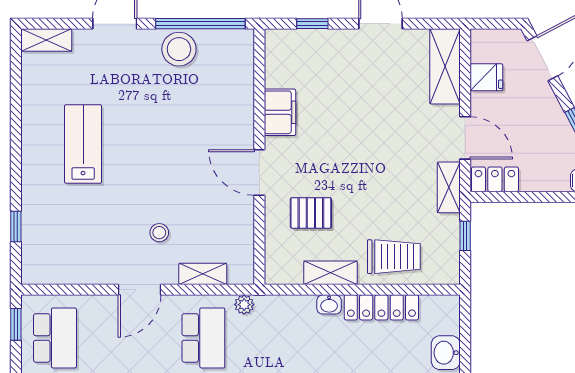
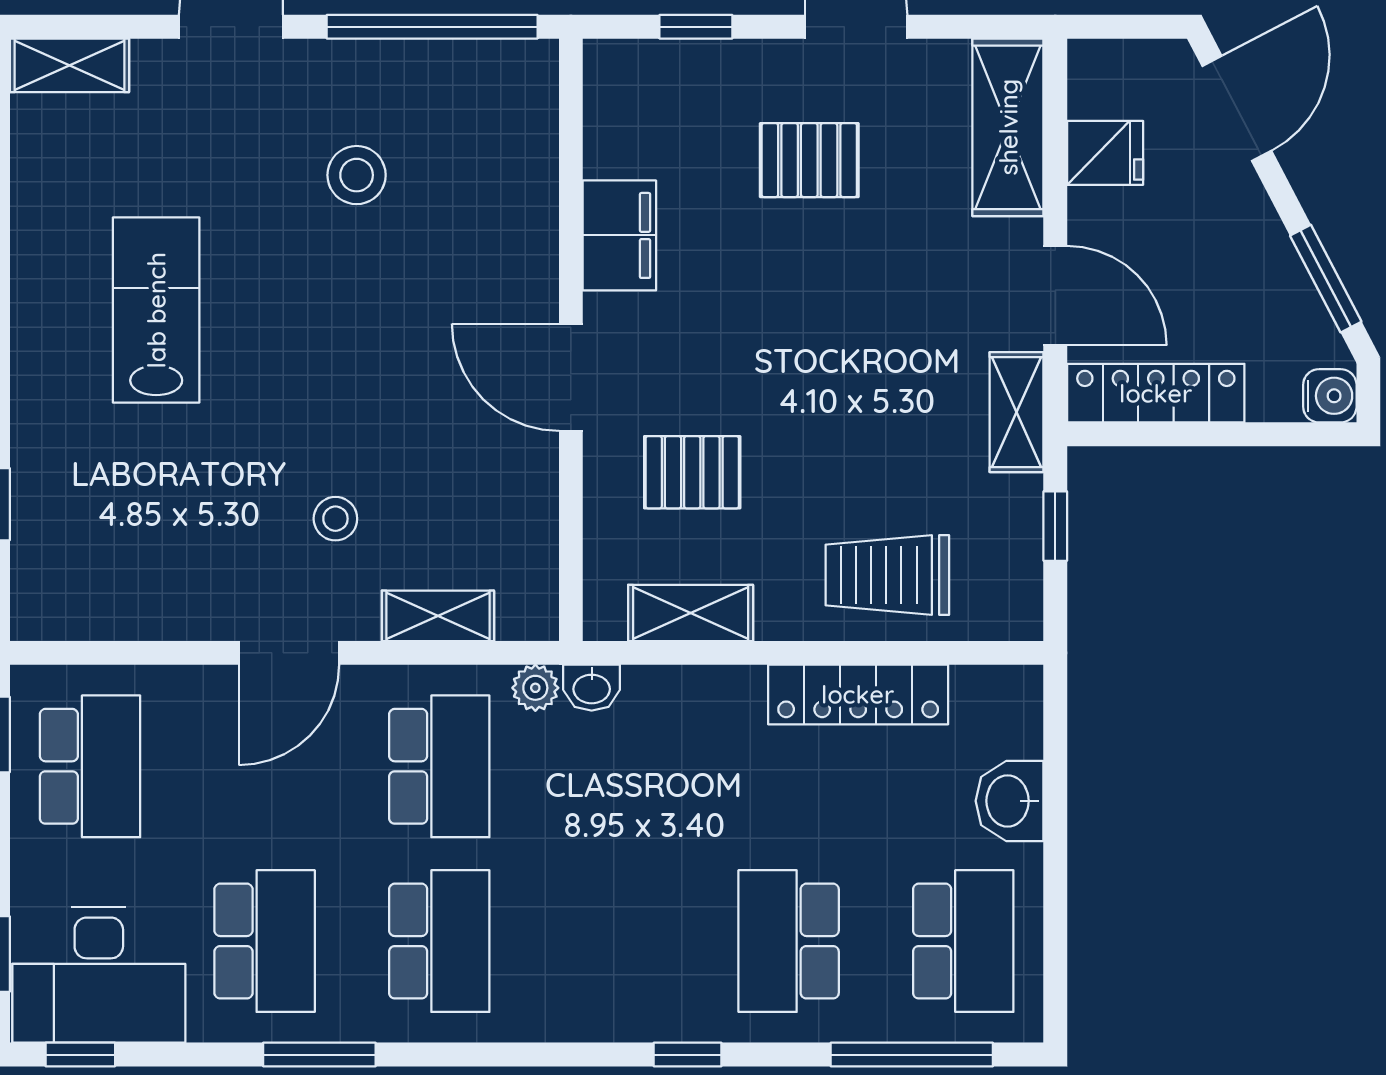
stool: (179, 49) -> (357, 175), moved, width x0.73, depth x0.73
pallet: (361, 80) -> (809, 160), added
locker: (495, 179) -> (1156, 393), width x1.53
trolley: (394, 257) -> (887, 575), turned 180
shelving: (331, 273) -> (691, 613), moved
washbasin: (329, 304) -> (592, 688), moved

